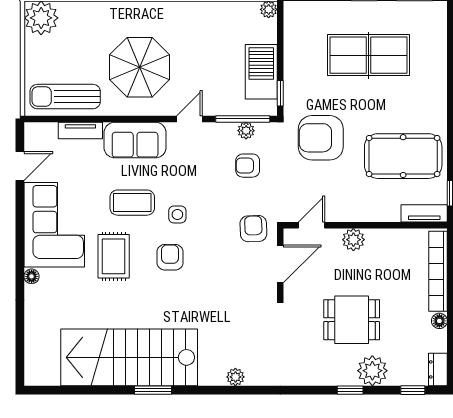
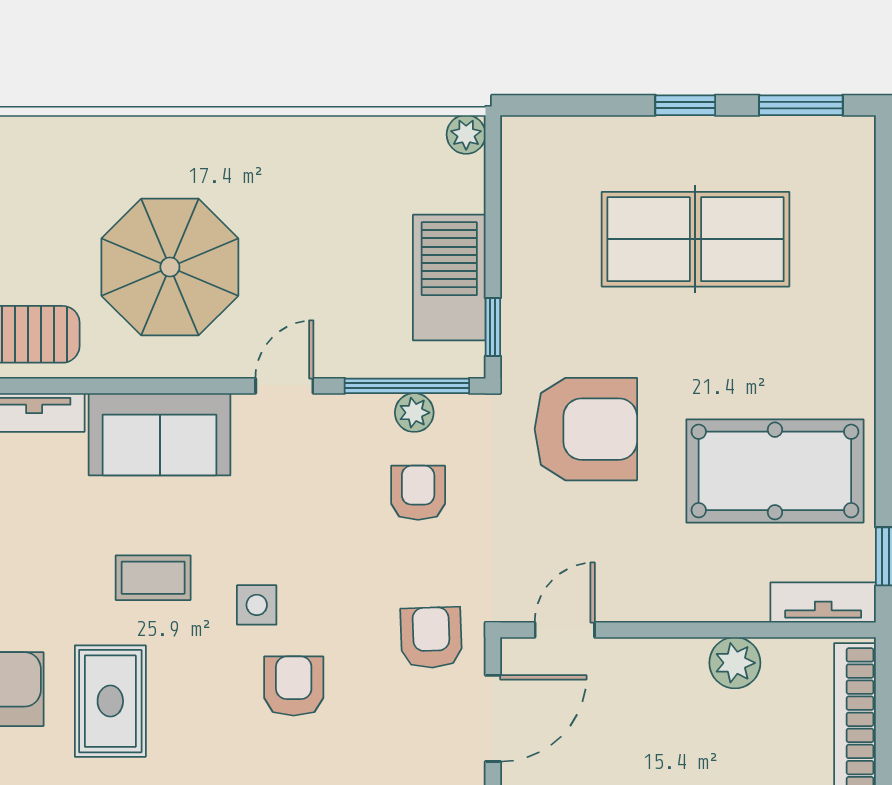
armchair: (321, 138) -> (586, 429), turned 180
armchair: (248, 166) -> (418, 493), turned 90
coffee table: (132, 203) -> (153, 578), width x0.73, depth x0.77
plant: (353, 240) -> (735, 663), moved
armchair: (170, 257) -> (294, 686), moved

